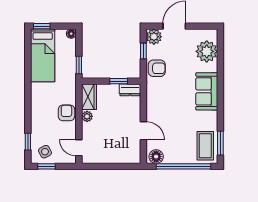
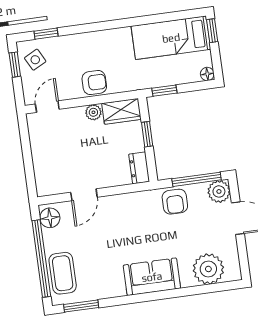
window: (143, 51) -> (197, 179), width x2.17
window: (119, 81) -> (147, 134), moved
coffee table: (205, 146) -> (63, 273), moved, turned 90

